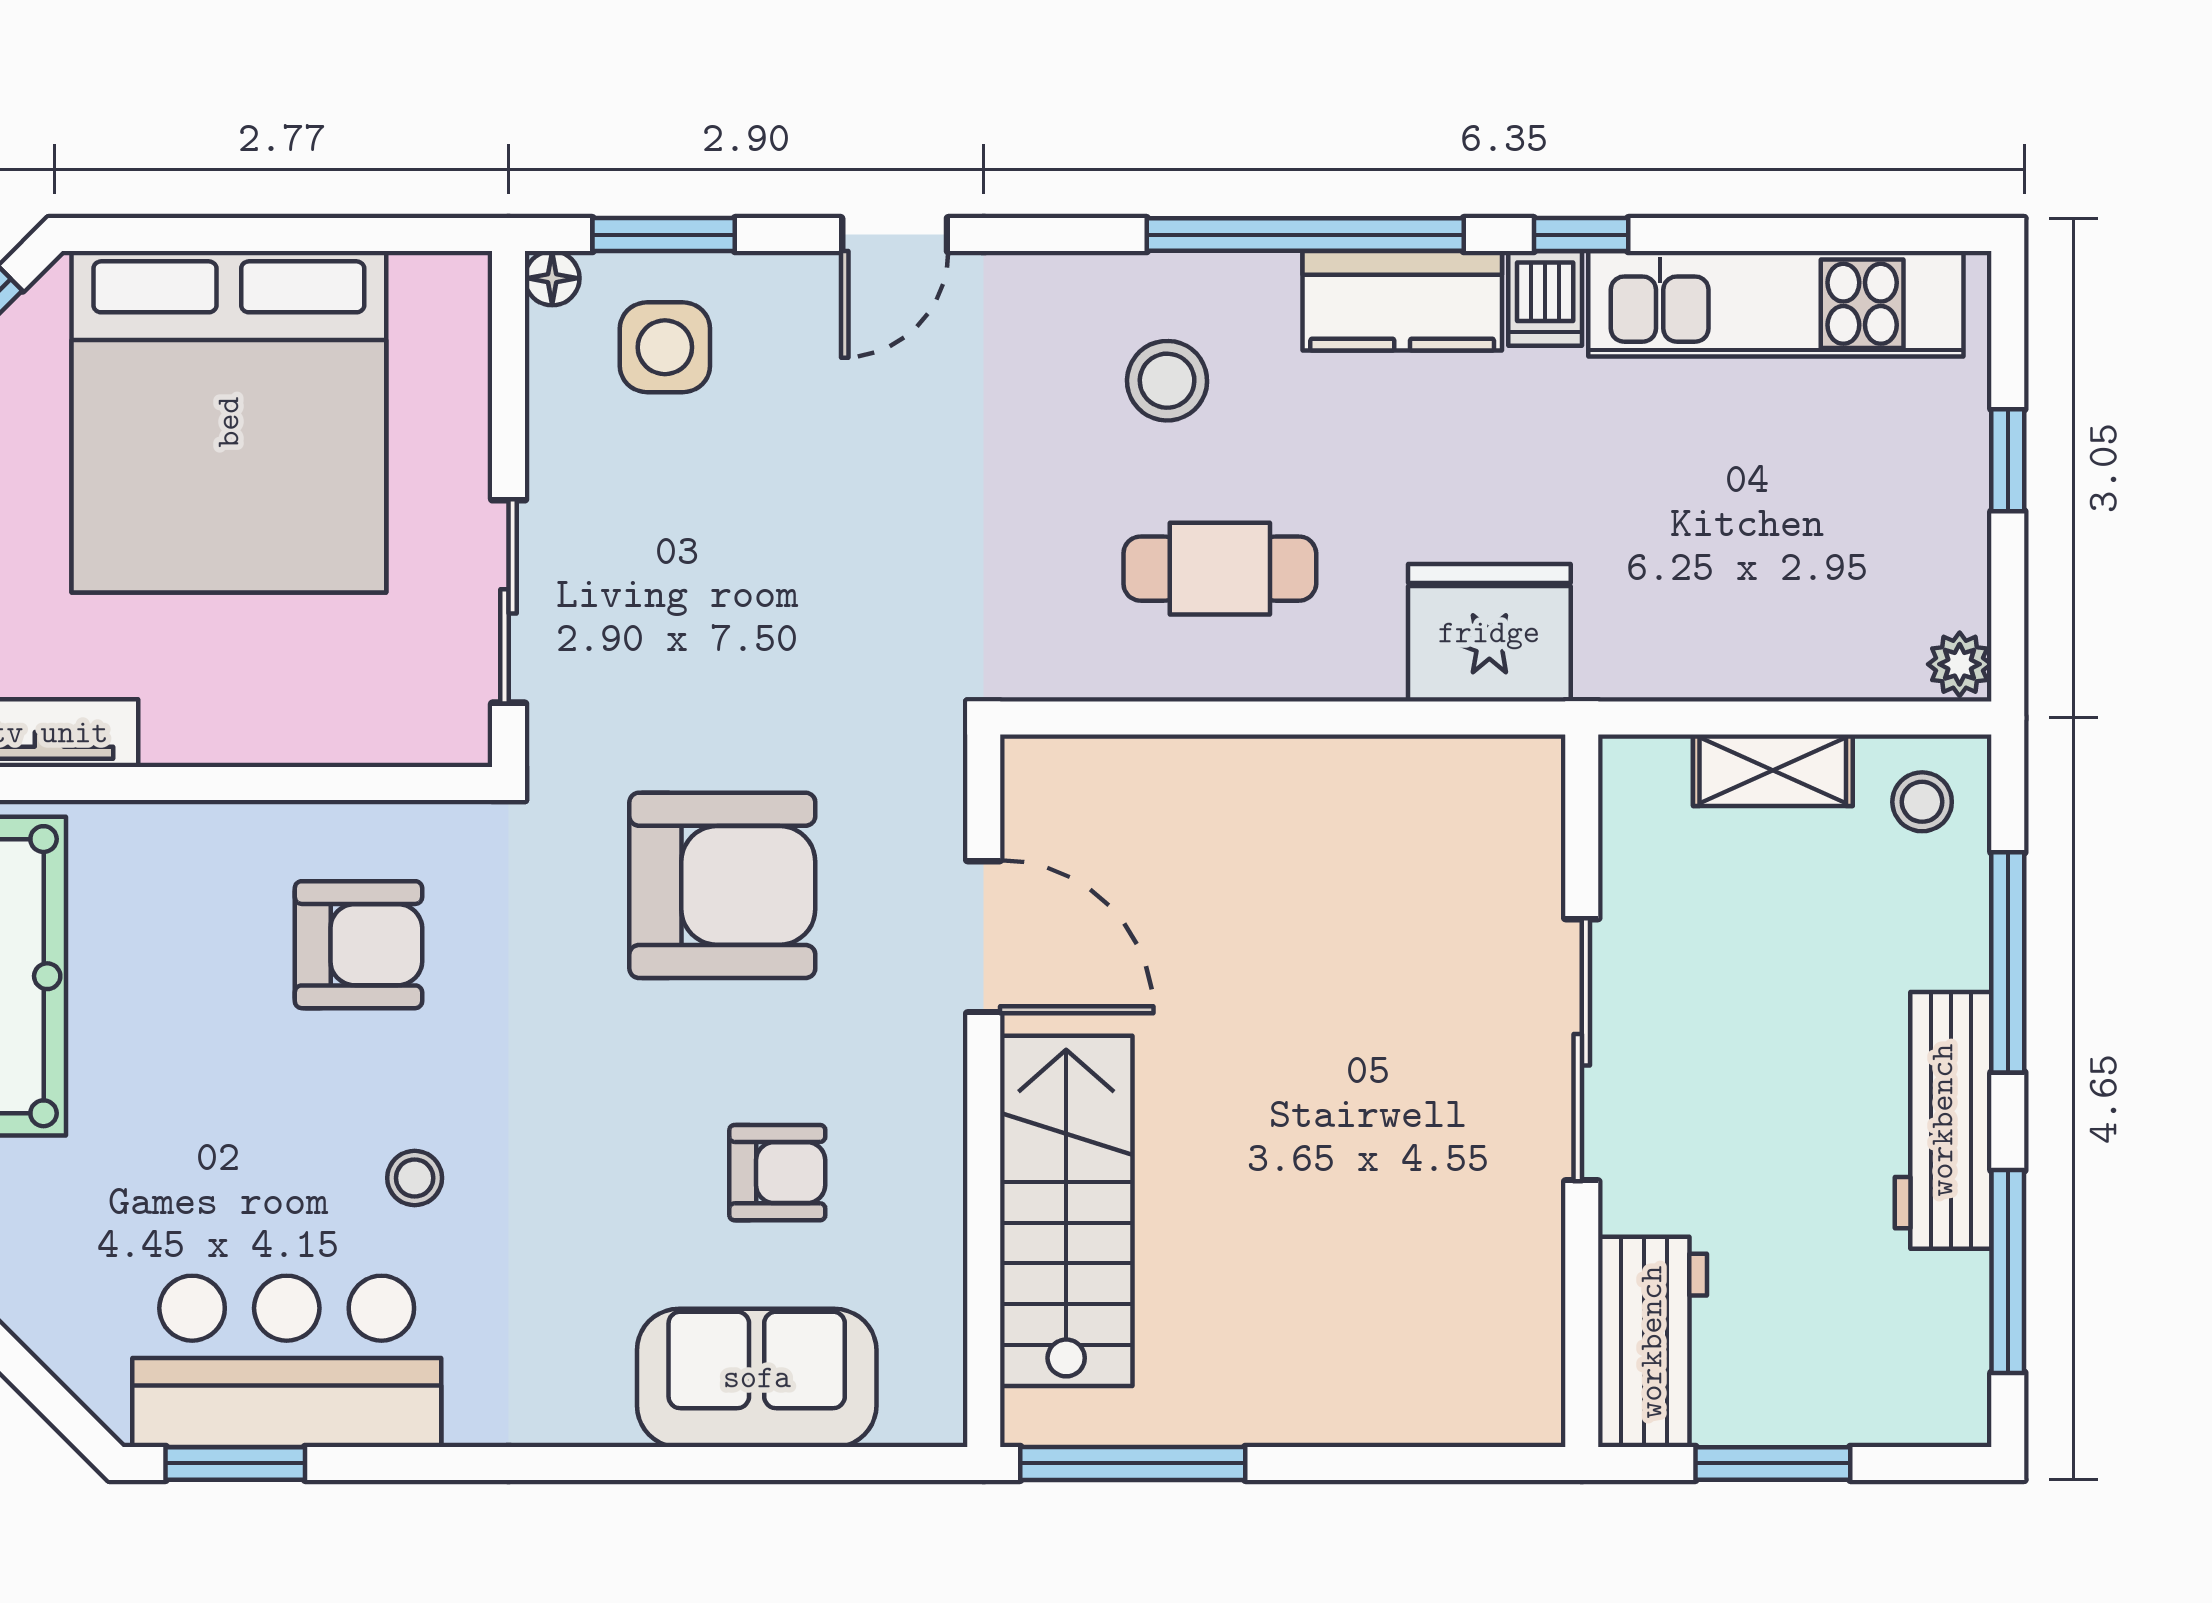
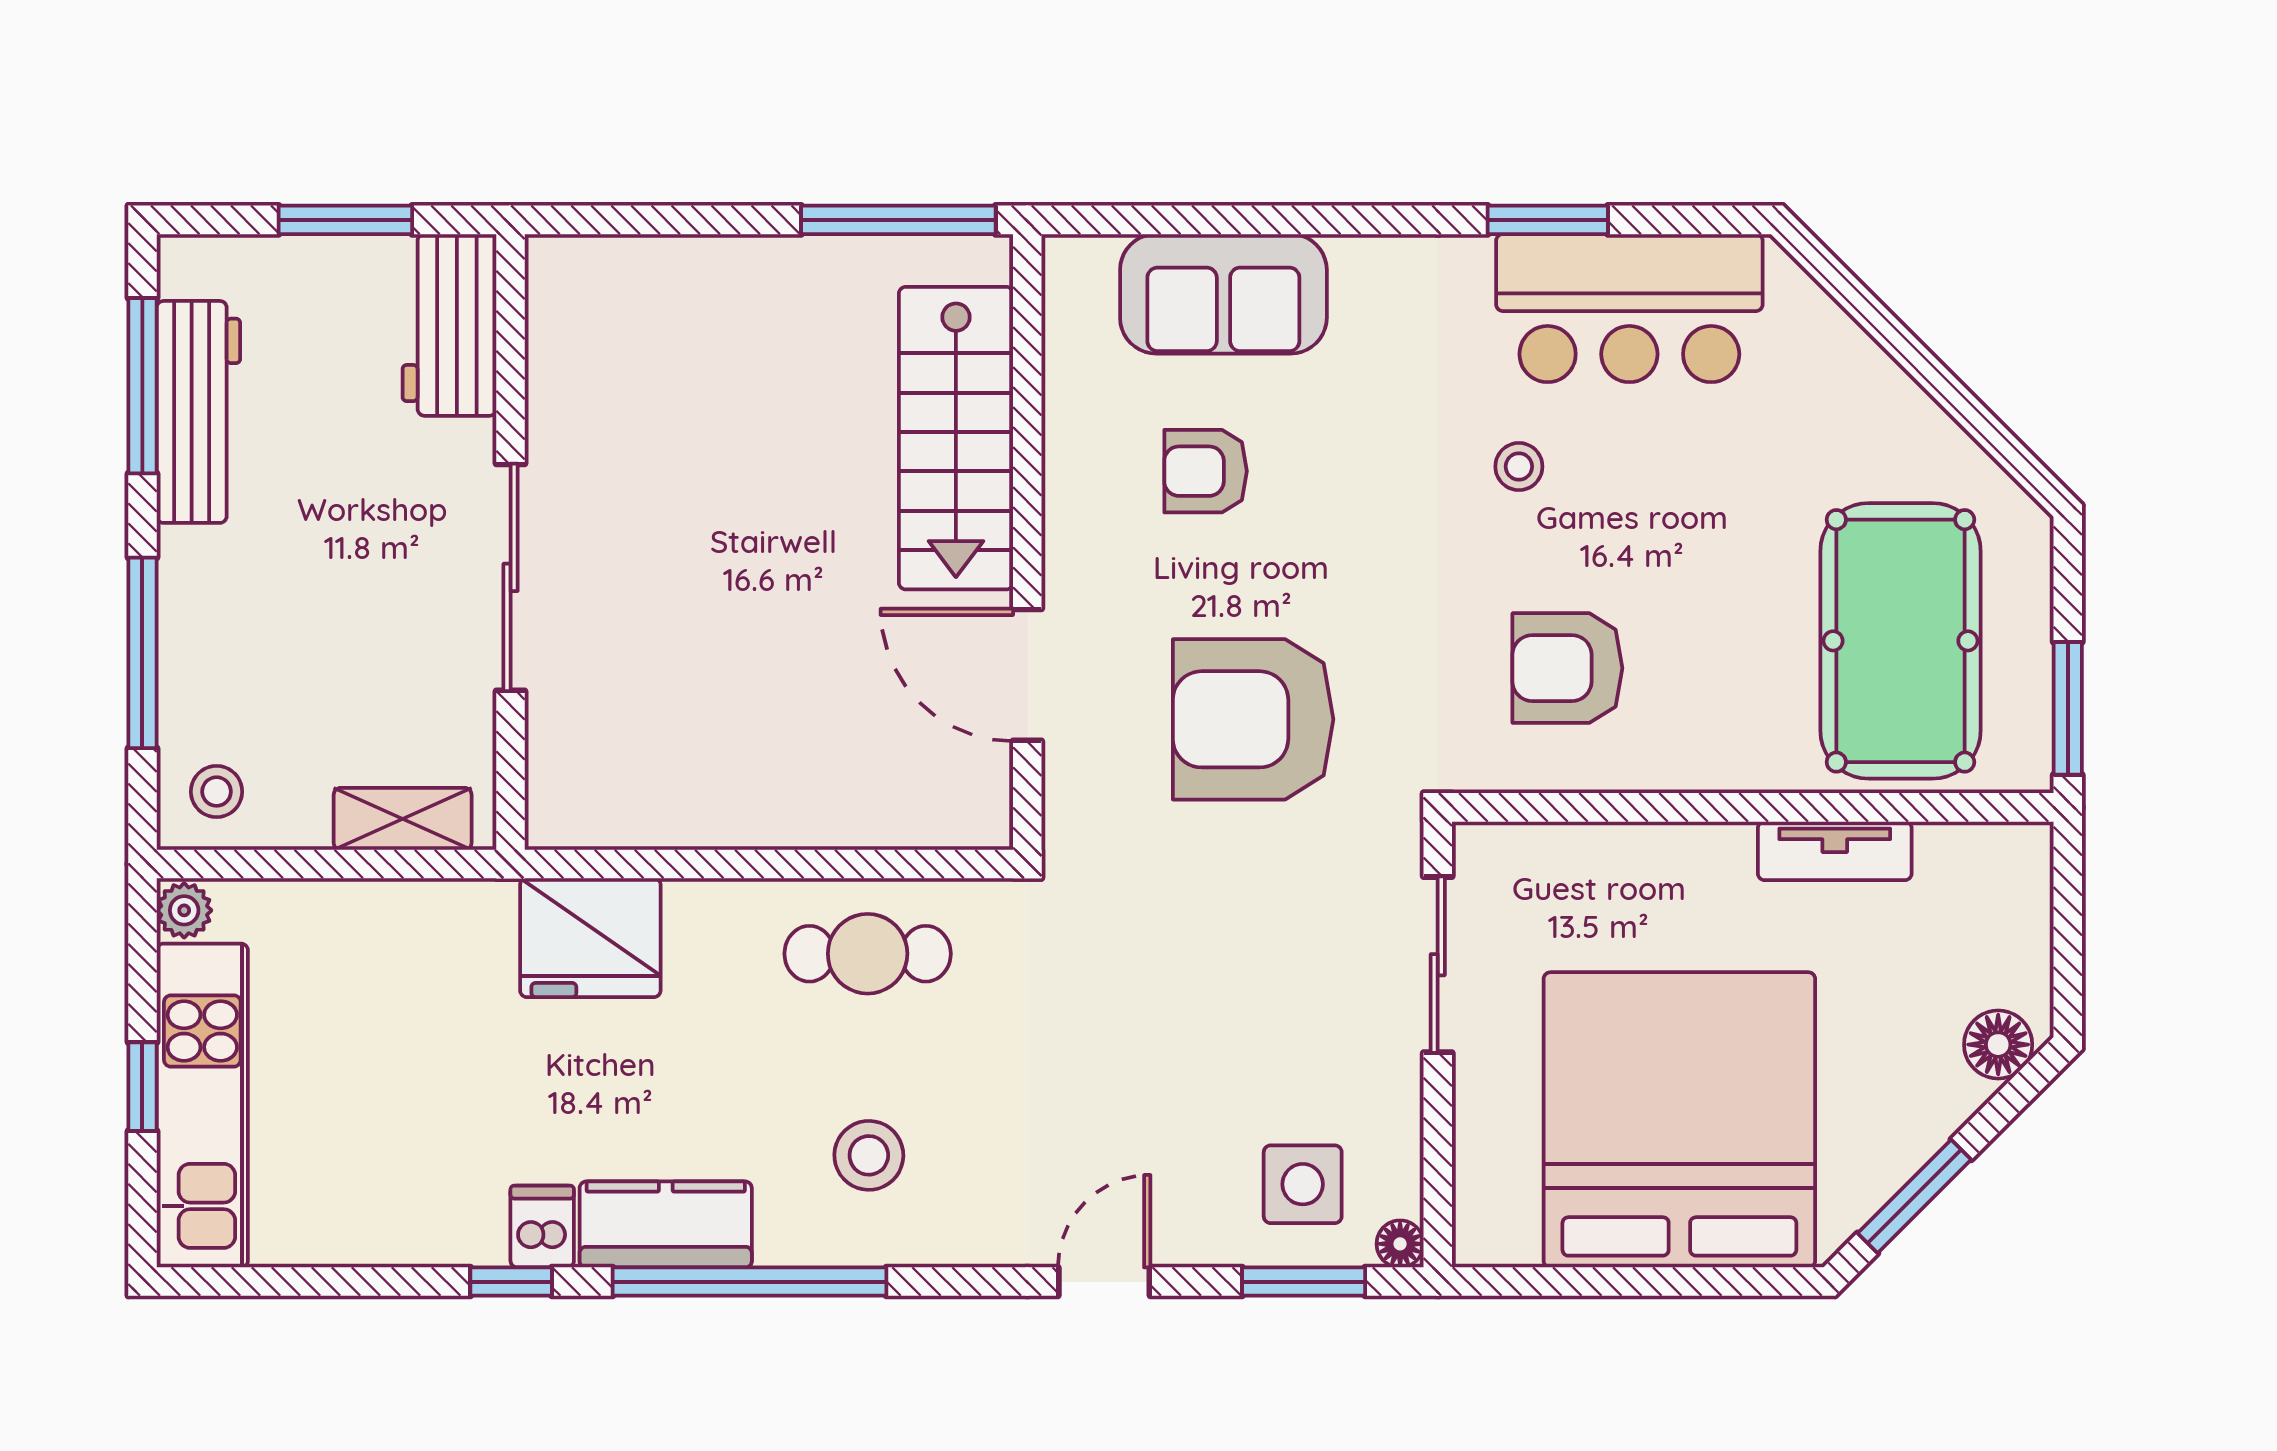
kitchen unit: (1776, 304) -> (202, 1105), moved, turned 90
cafe table: (1220, 569) -> (868, 954), moved
shelving: (1773, 770) -> (403, 819), moved
workbench: (1943, 1120) -> (198, 412), moved
window: (235, 1463) -> (1548, 220), moved

